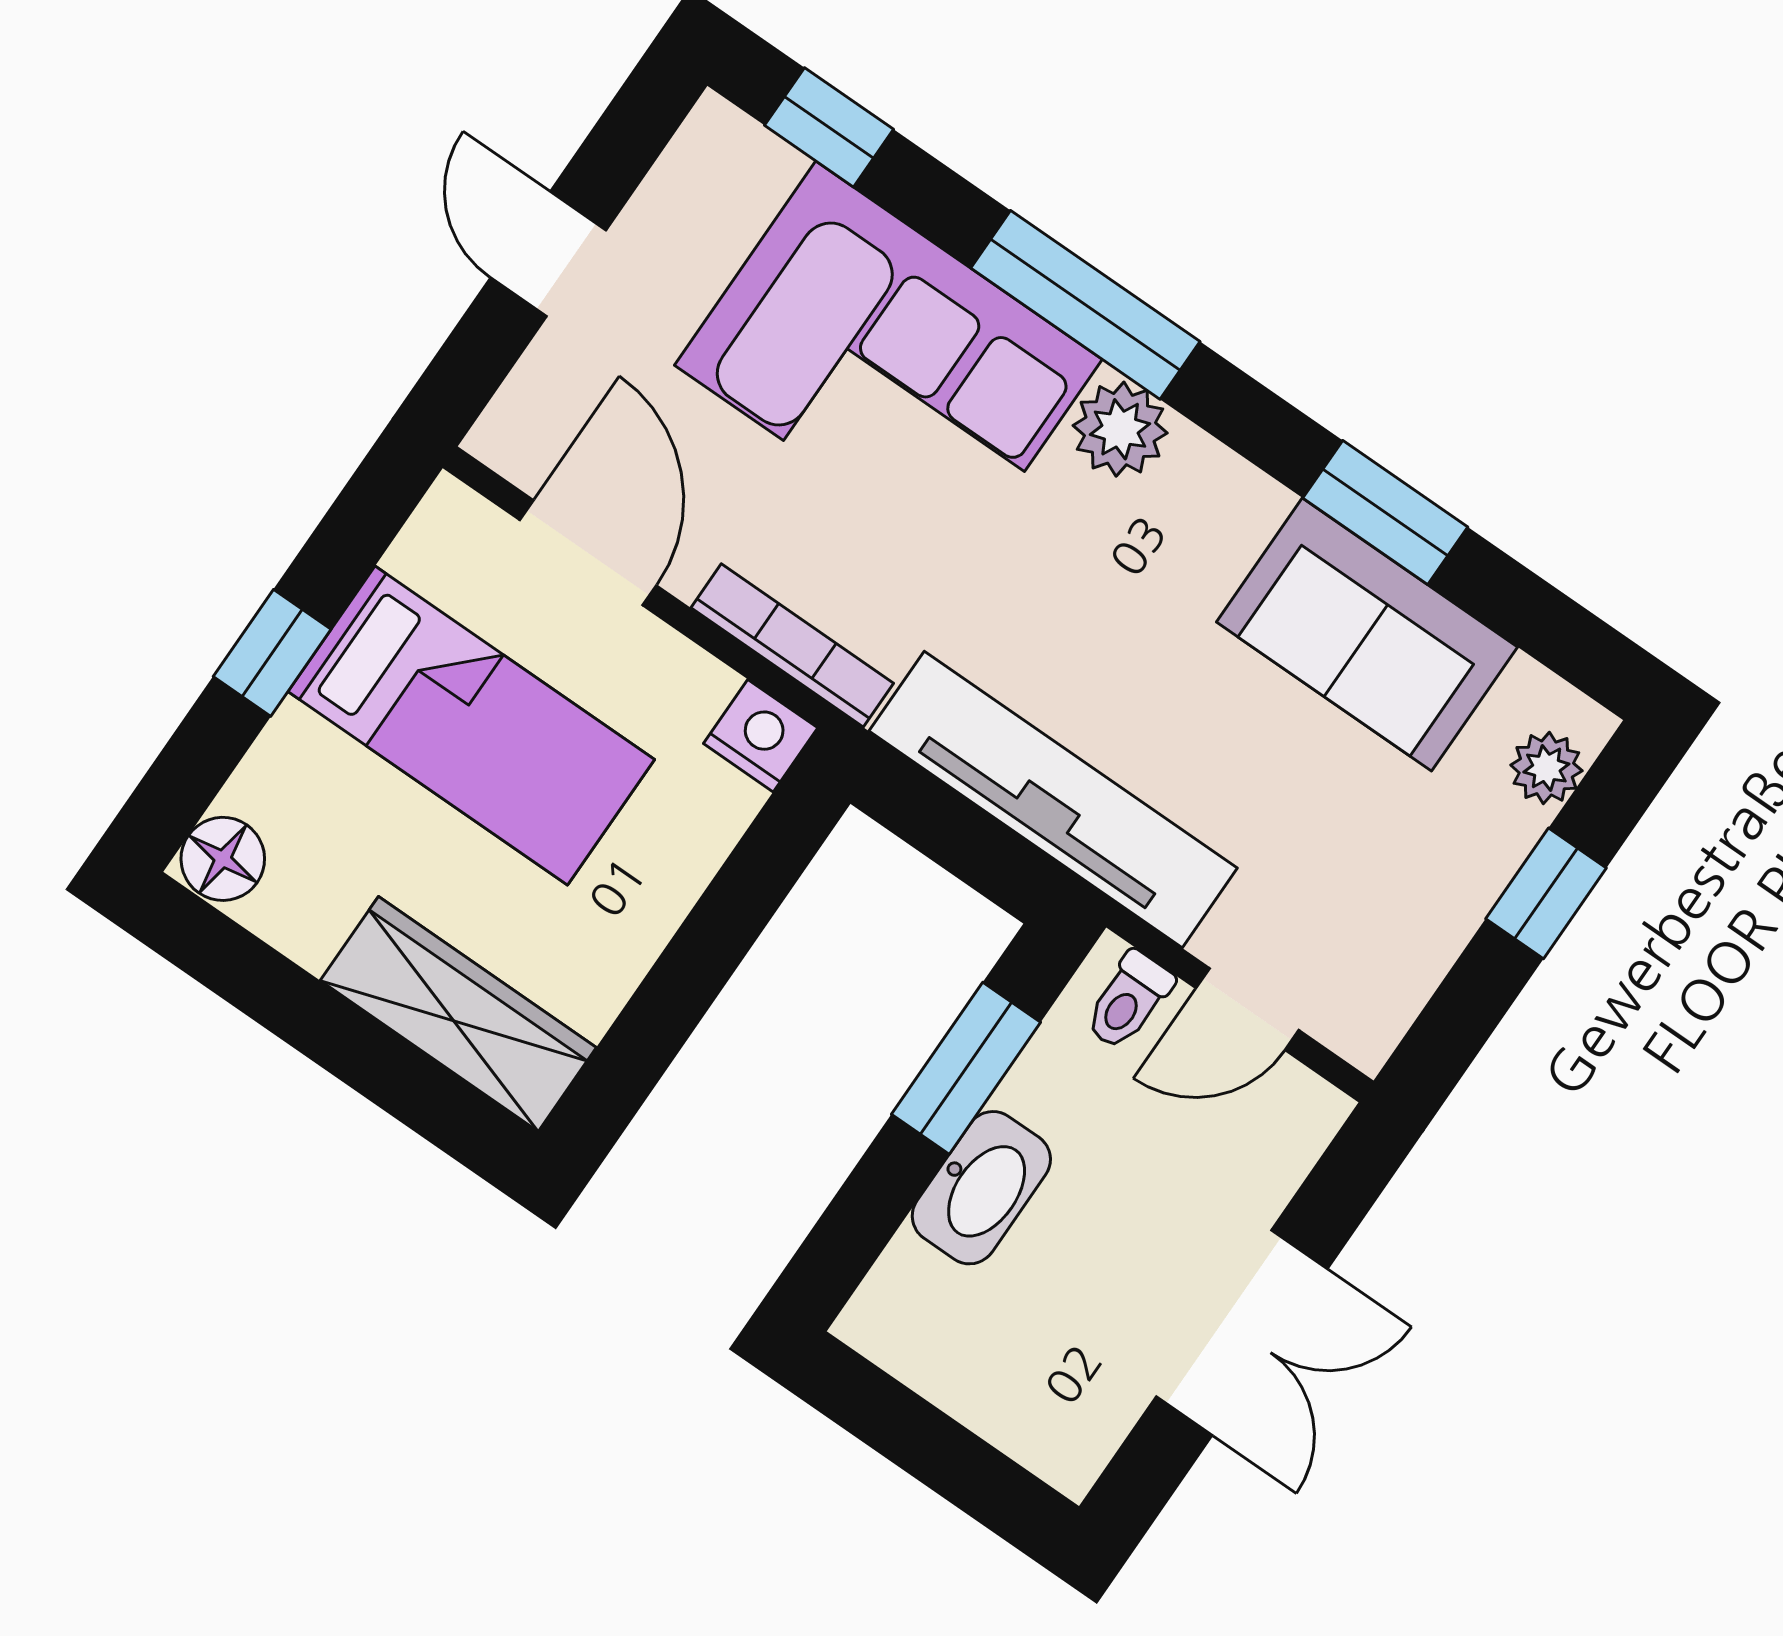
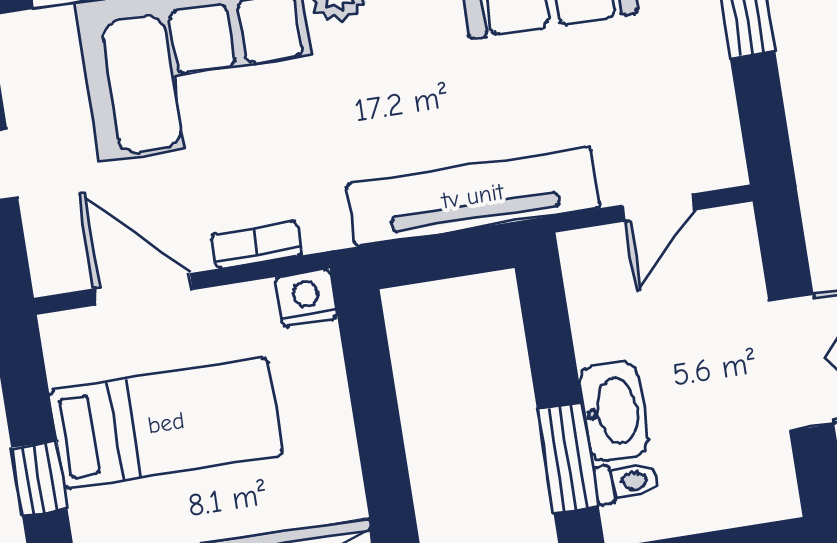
bookcase: (792, 645) -> (257, 245), width x0.64
toilet: (1129, 1001) -> (626, 482), moved, turned -90
window: (966, 1068) -> (568, 458), moved

